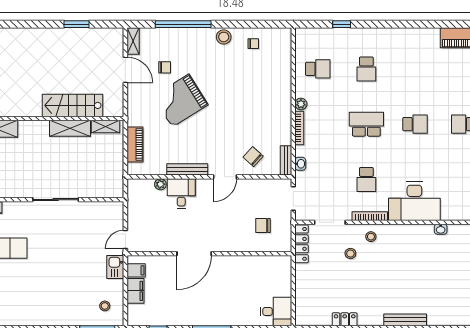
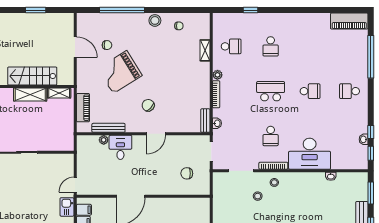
shelving: (133, 41) -> (205, 50), moved
chair: (253, 157) -> (148, 105), moved
bench: (187, 169) -> (108, 128), moved
locker: (302, 244) -> (218, 188), removed

